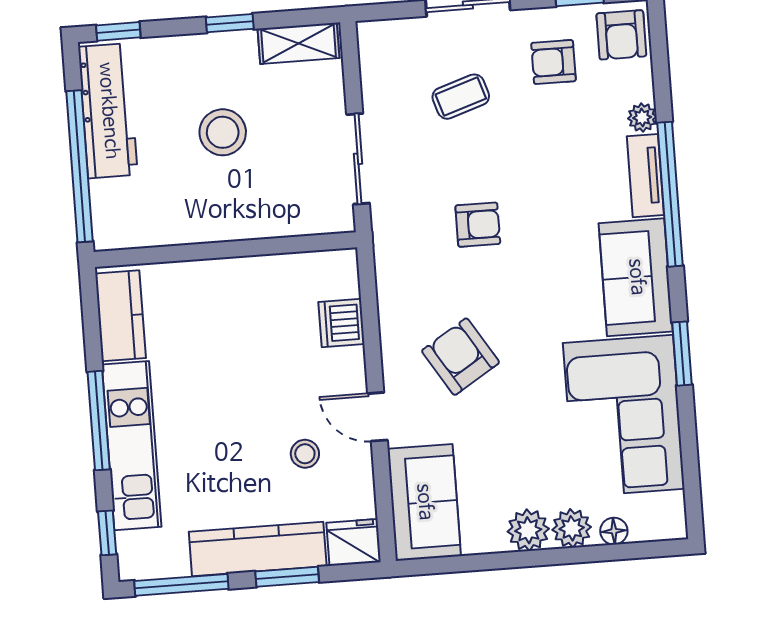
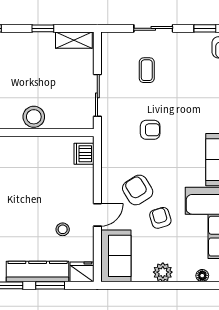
armchair: (553, 62) -> (160, 218), moved, turned 73
coffee table: (461, 97) -> (147, 70), turned -72
stool: (223, 132) -> (34, 117), moved
dishwasher: (341, 323) -> (84, 154), moved
door: (377, 417) -> (97, 215), swing flipped
plant: (572, 528) -> (183, 273), removed

